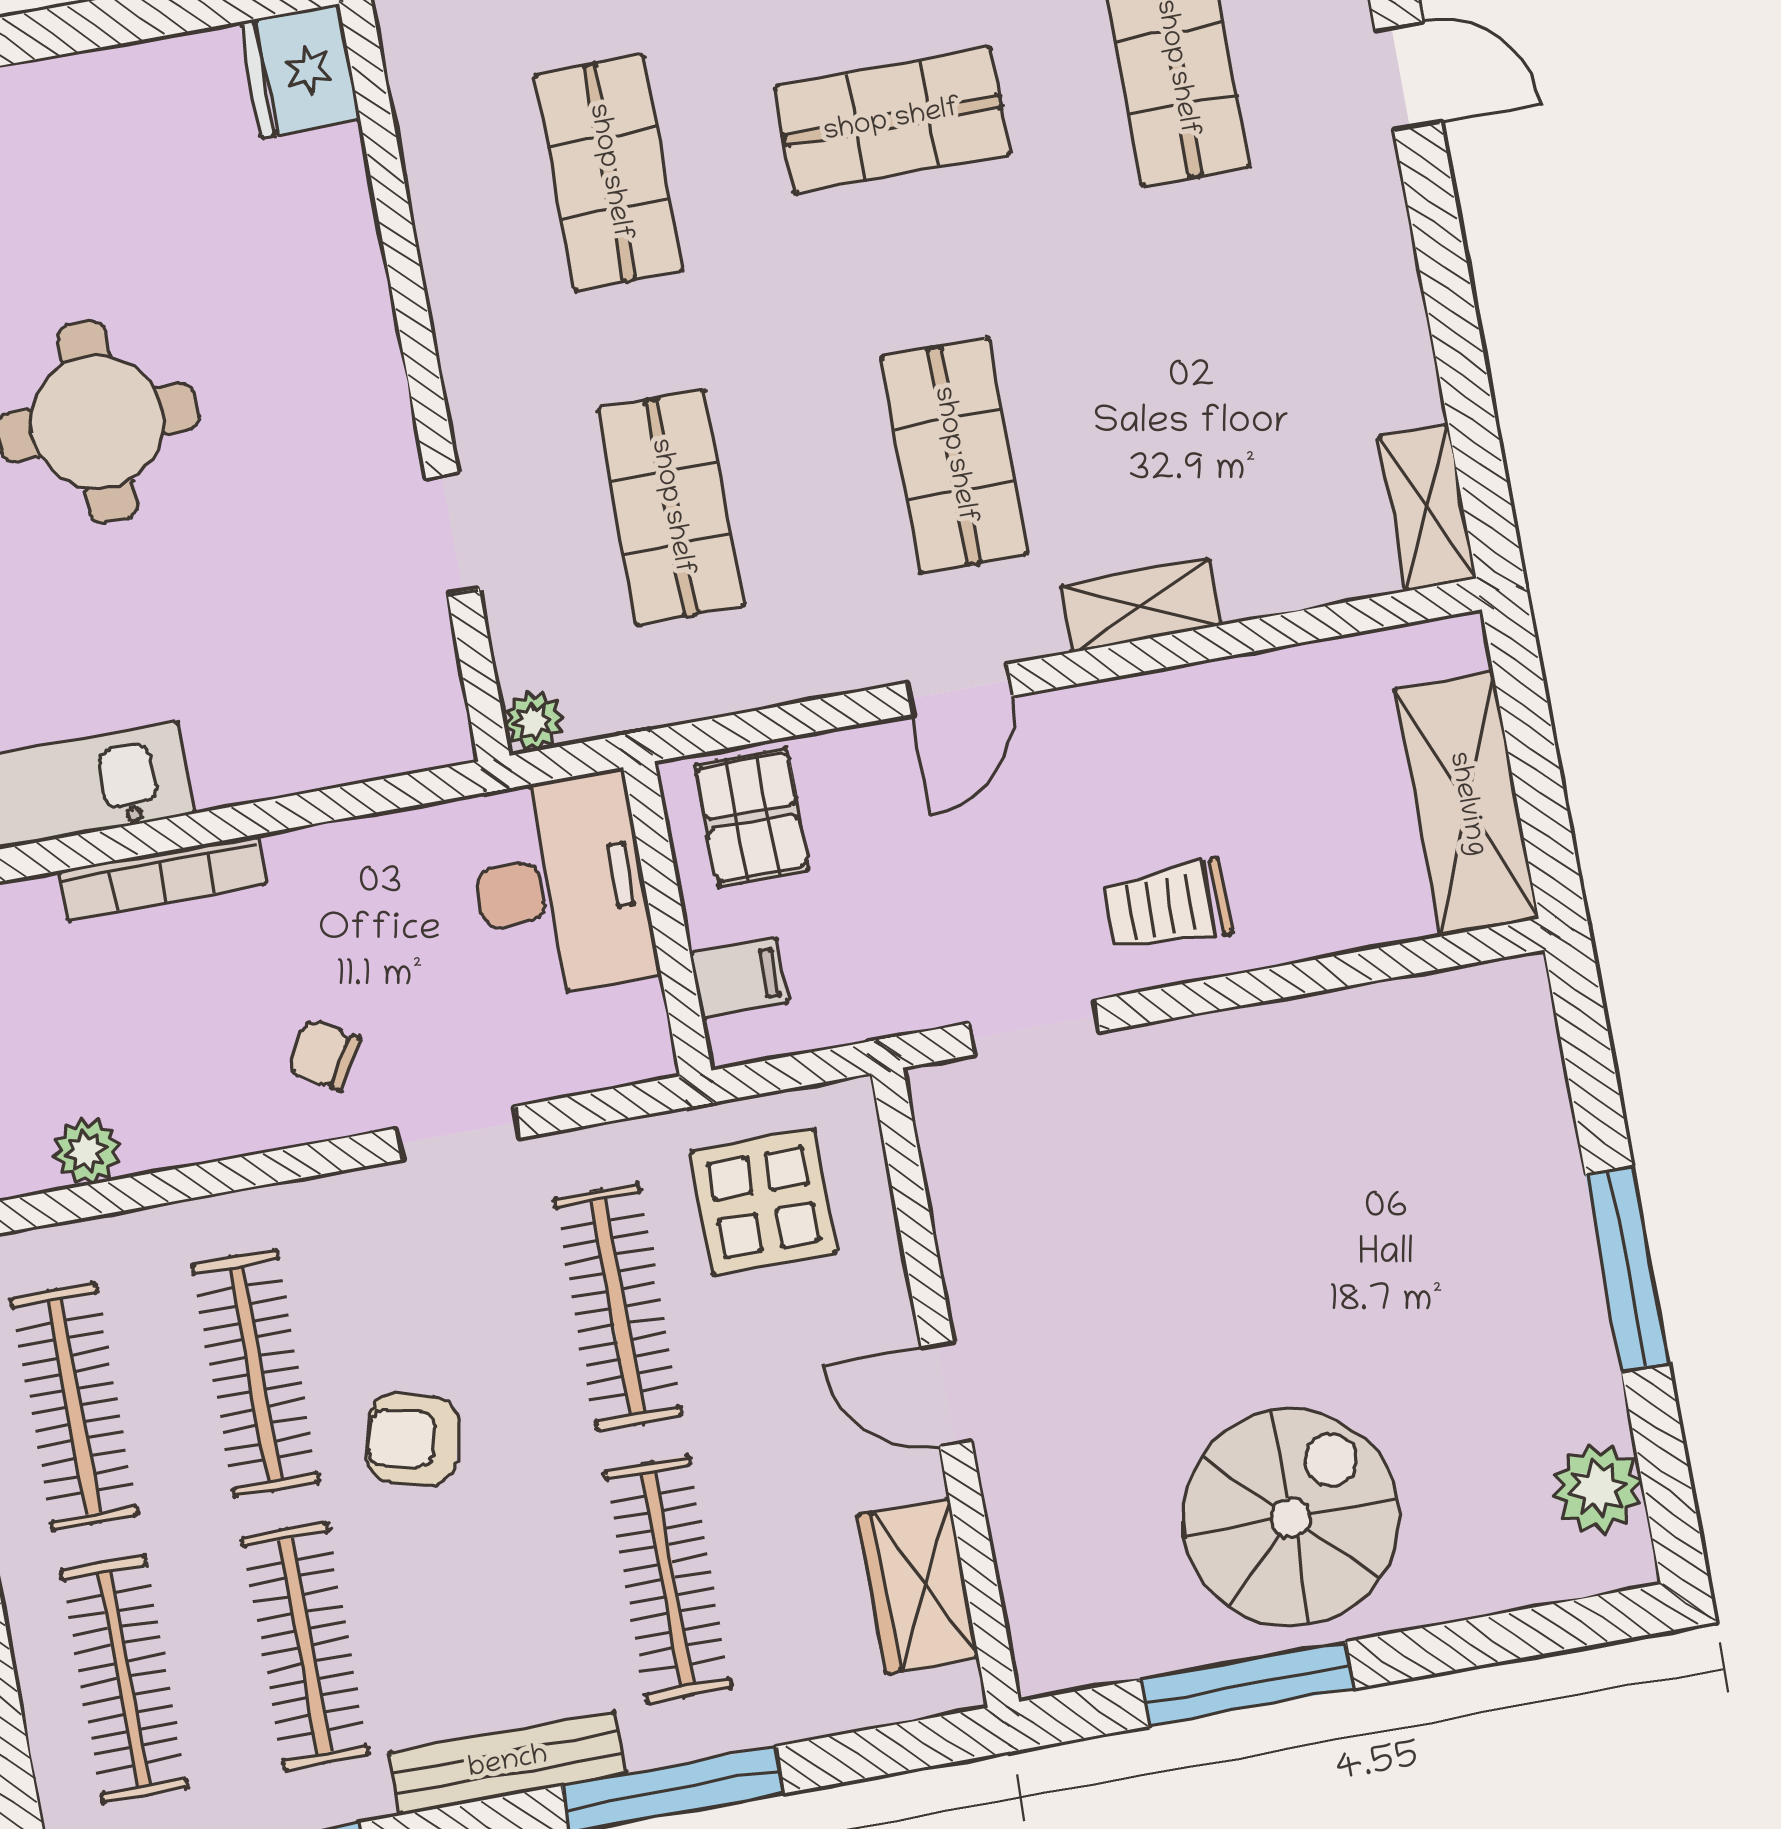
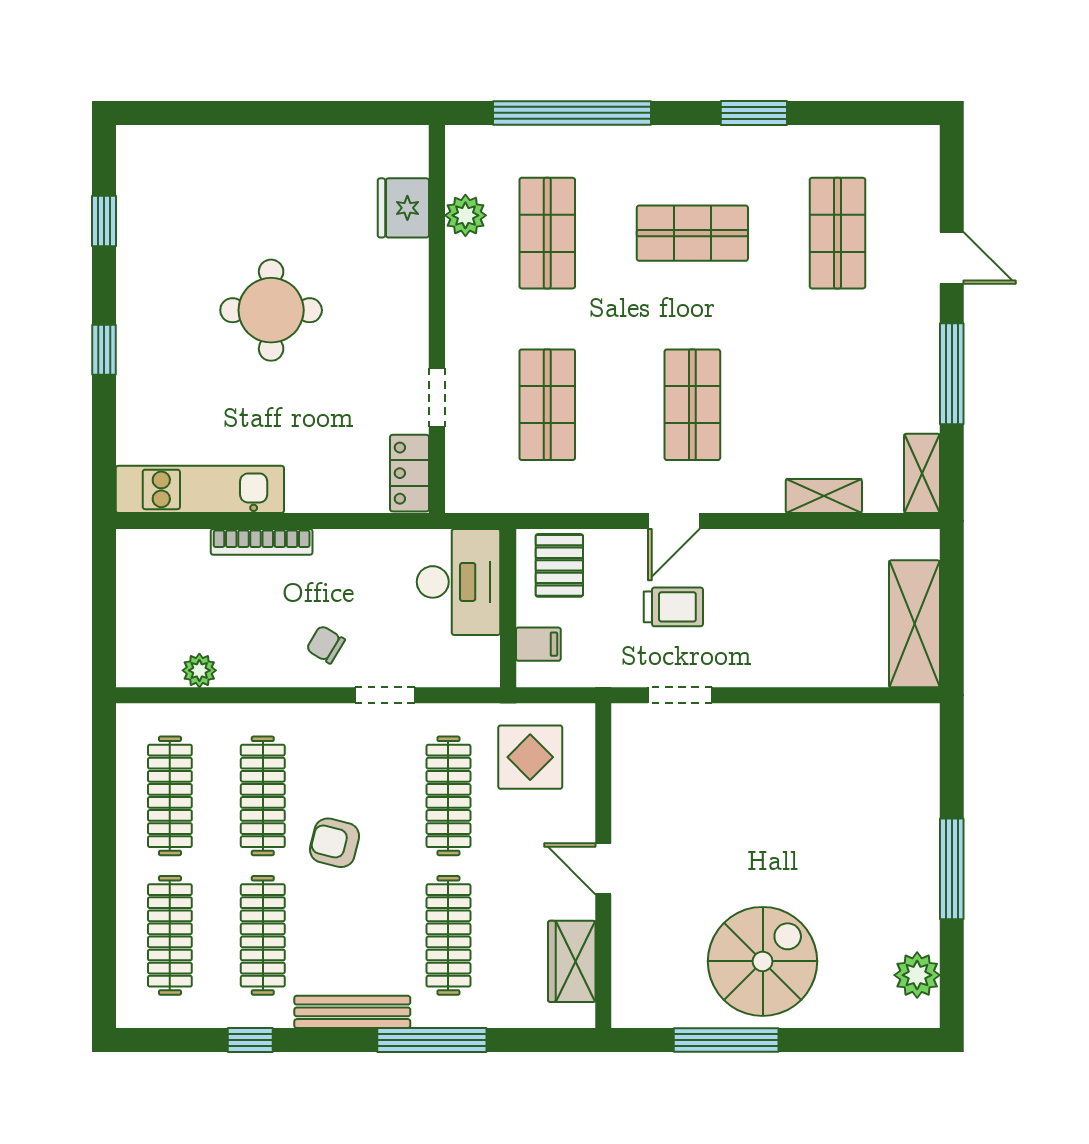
fridge: (300, 71) -> (403, 208), moved
window: (1450, 302) -> (952, 374), added
shelving: (1141, 606) -> (824, 496), moved
locker: (426, 691) -> (410, 473), added
plant: (533, 721) -> (465, 215), moved, width x1.38, depth x1.38
trolley: (1168, 906) -> (673, 607), moved, turned 180

